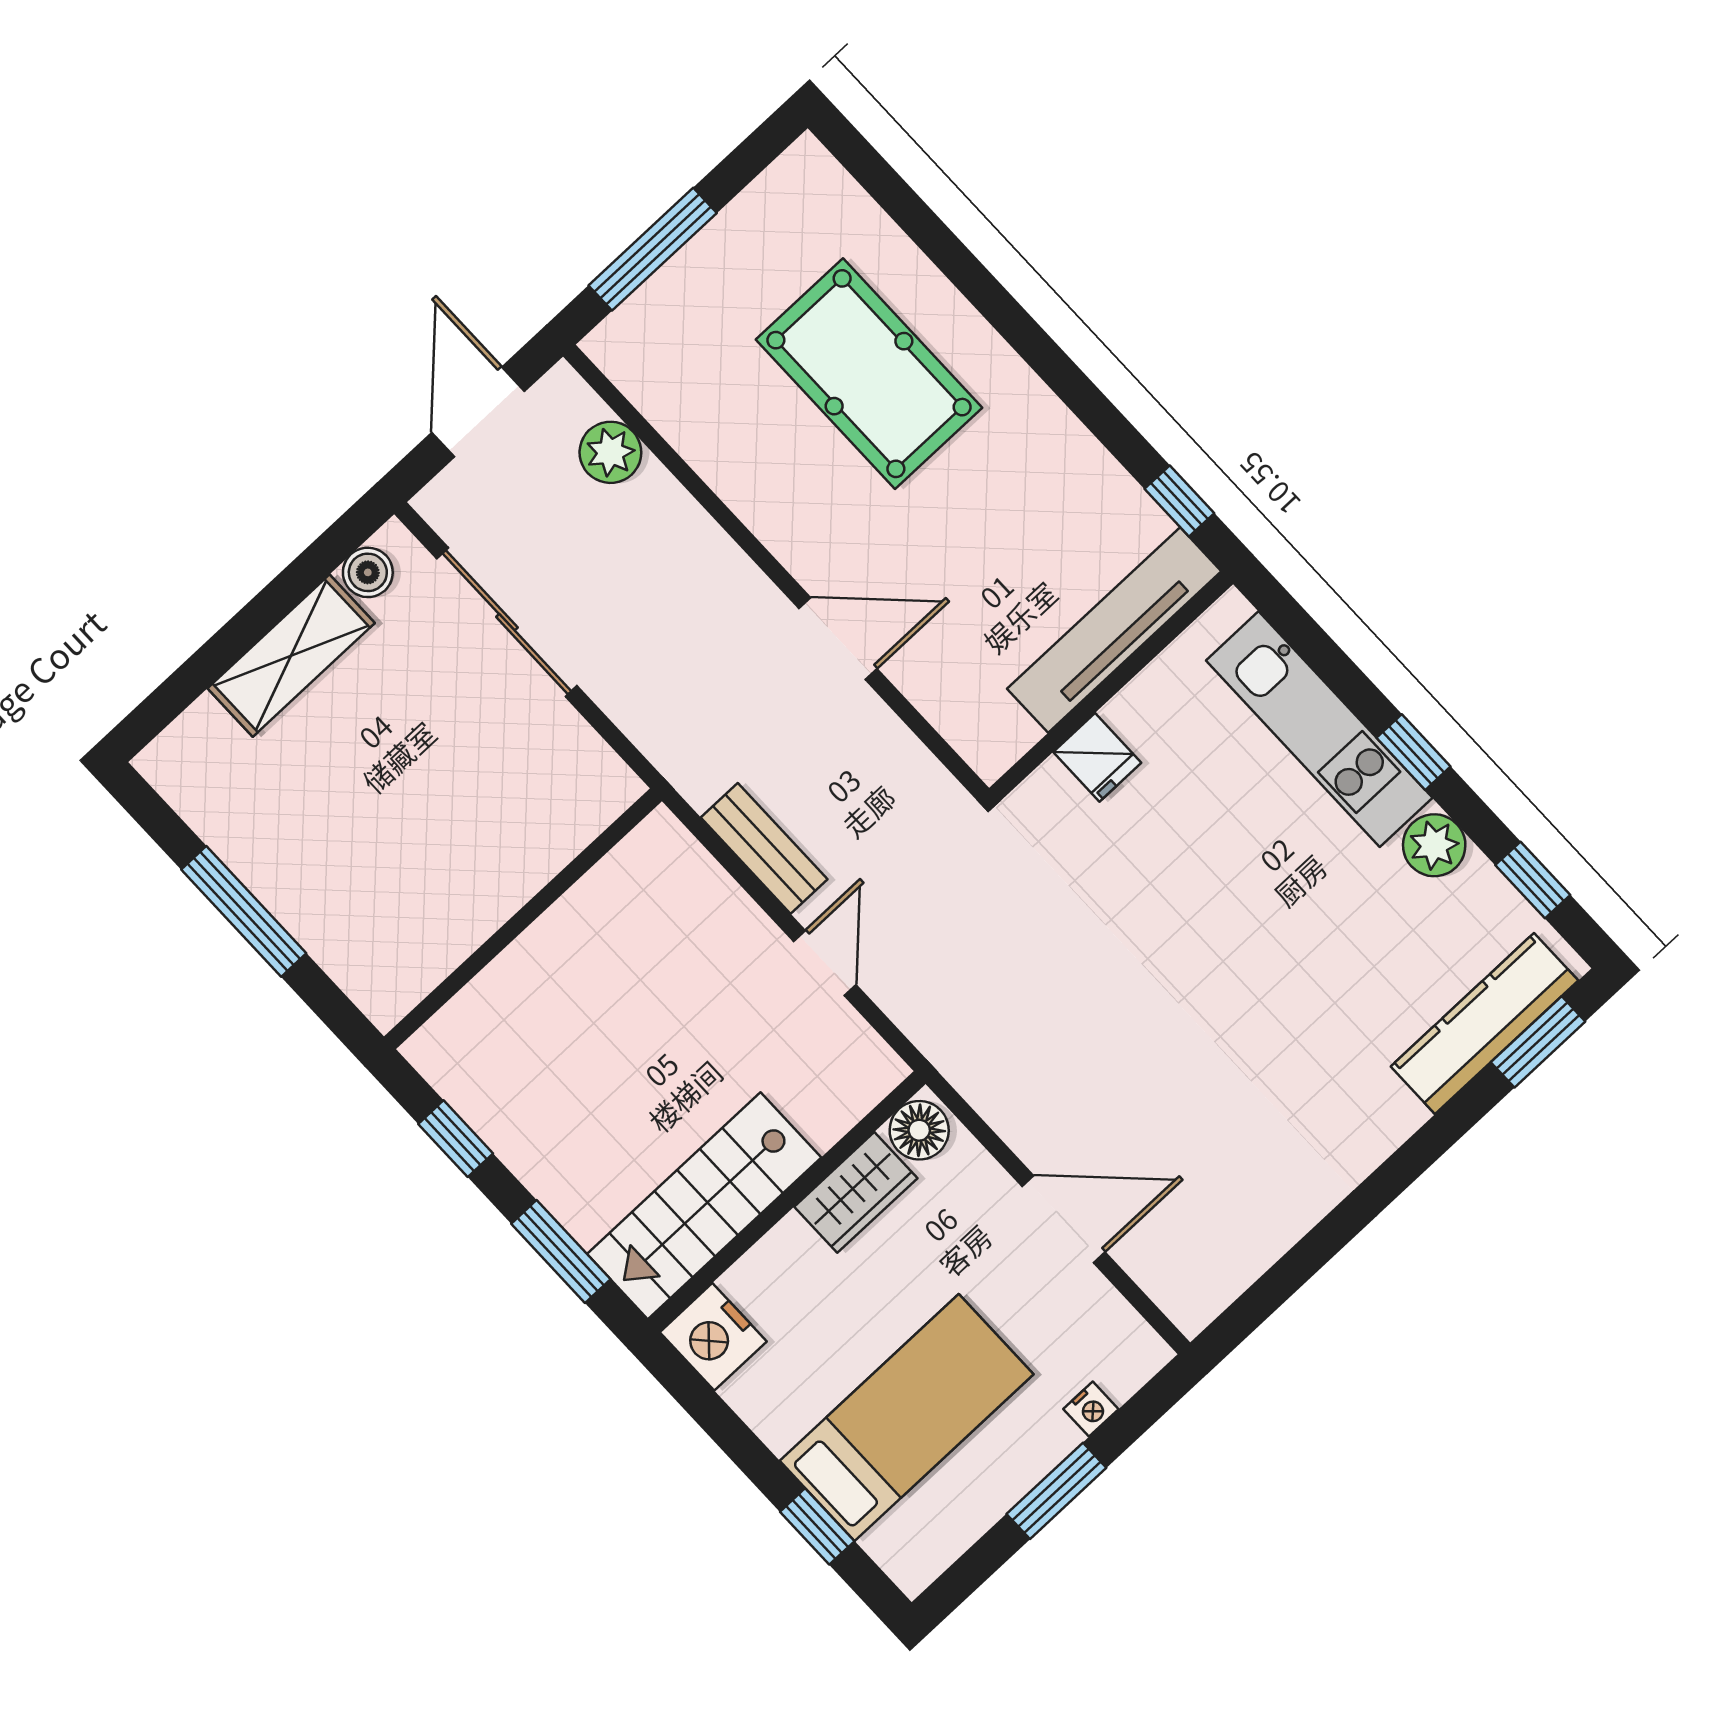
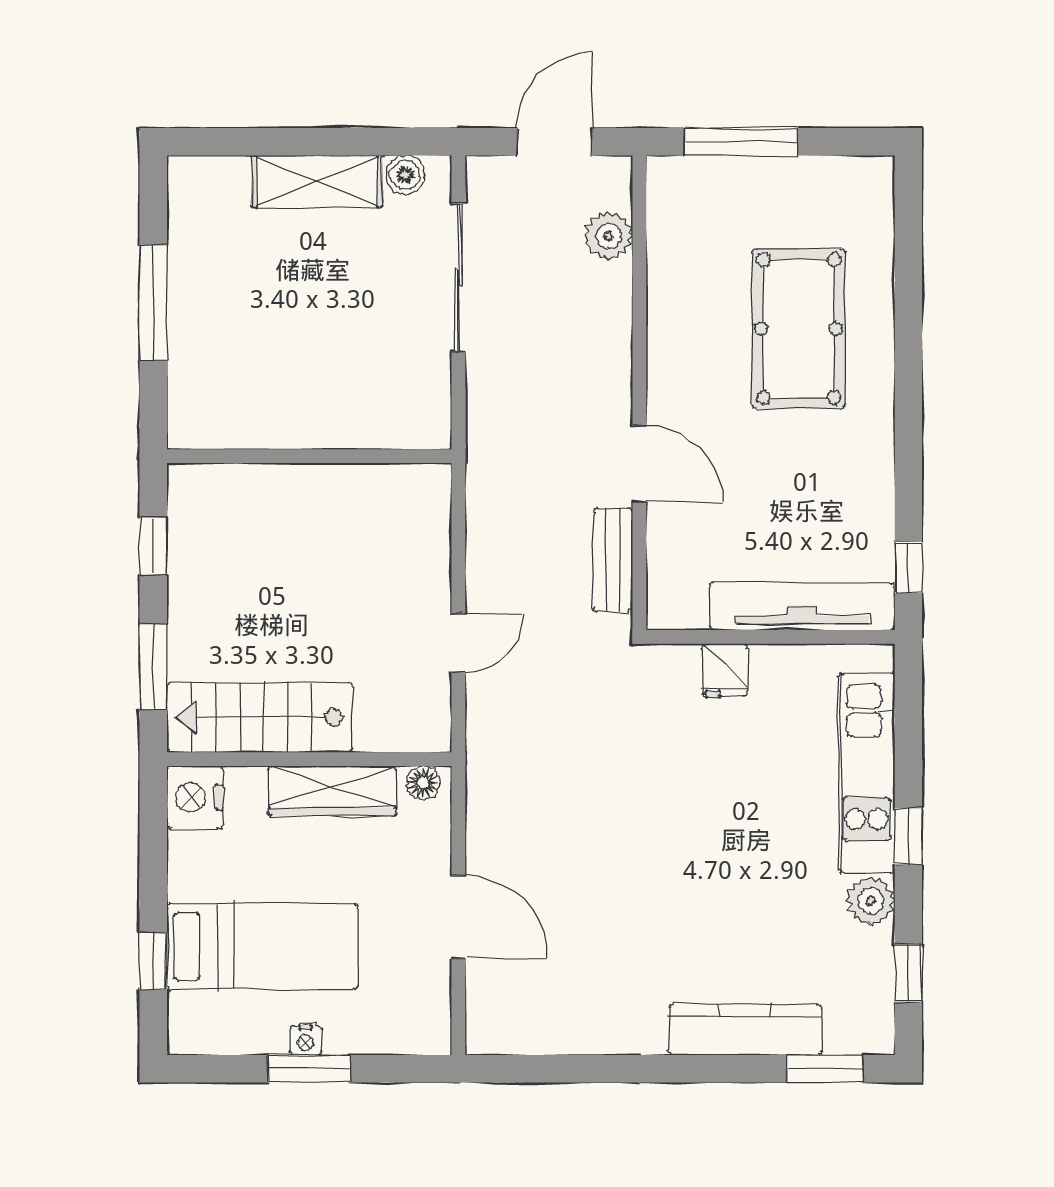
bench: (764, 848) -> (613, 560), moved
kitchen counter: (1484, 1023) -> (745, 1030), moved
floor lamp: (919, 1130) -> (423, 783), width x0.73, depth x0.73
wardrobe: (856, 1192) -> (332, 791), width x1.50
nightstand: (1091, 1409) -> (306, 1040), moved

